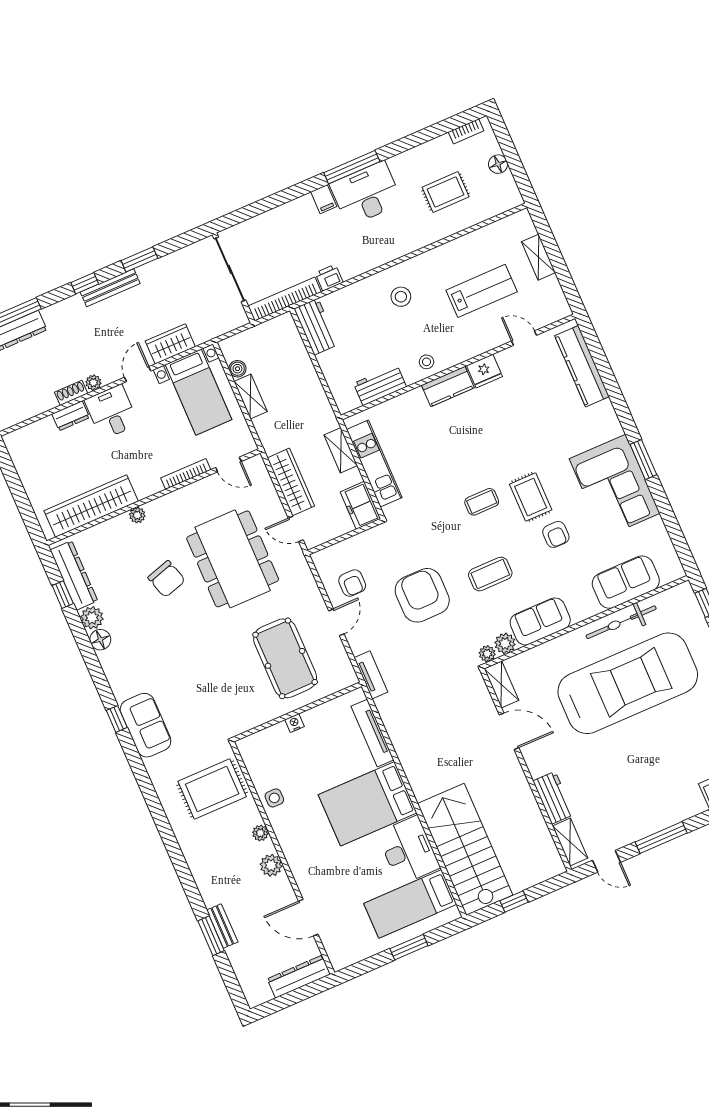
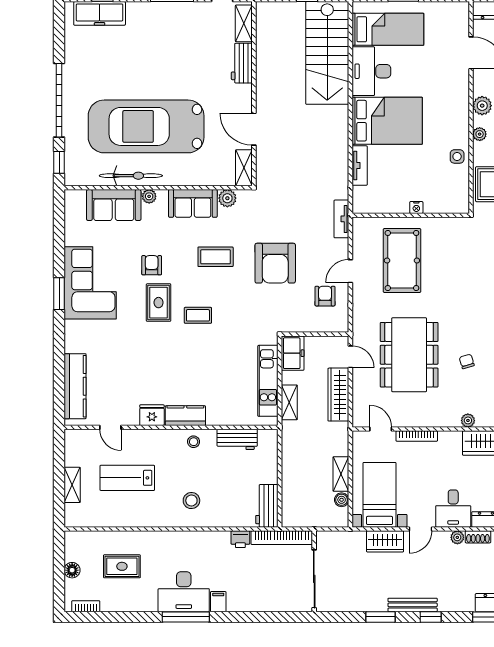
chair: (167, 579) -> (467, 361), width x0.54, depth x0.54
plant: (487, 654) -> (149, 196), moved
tv unit: (372, 733) -> (360, 166), width x0.71

